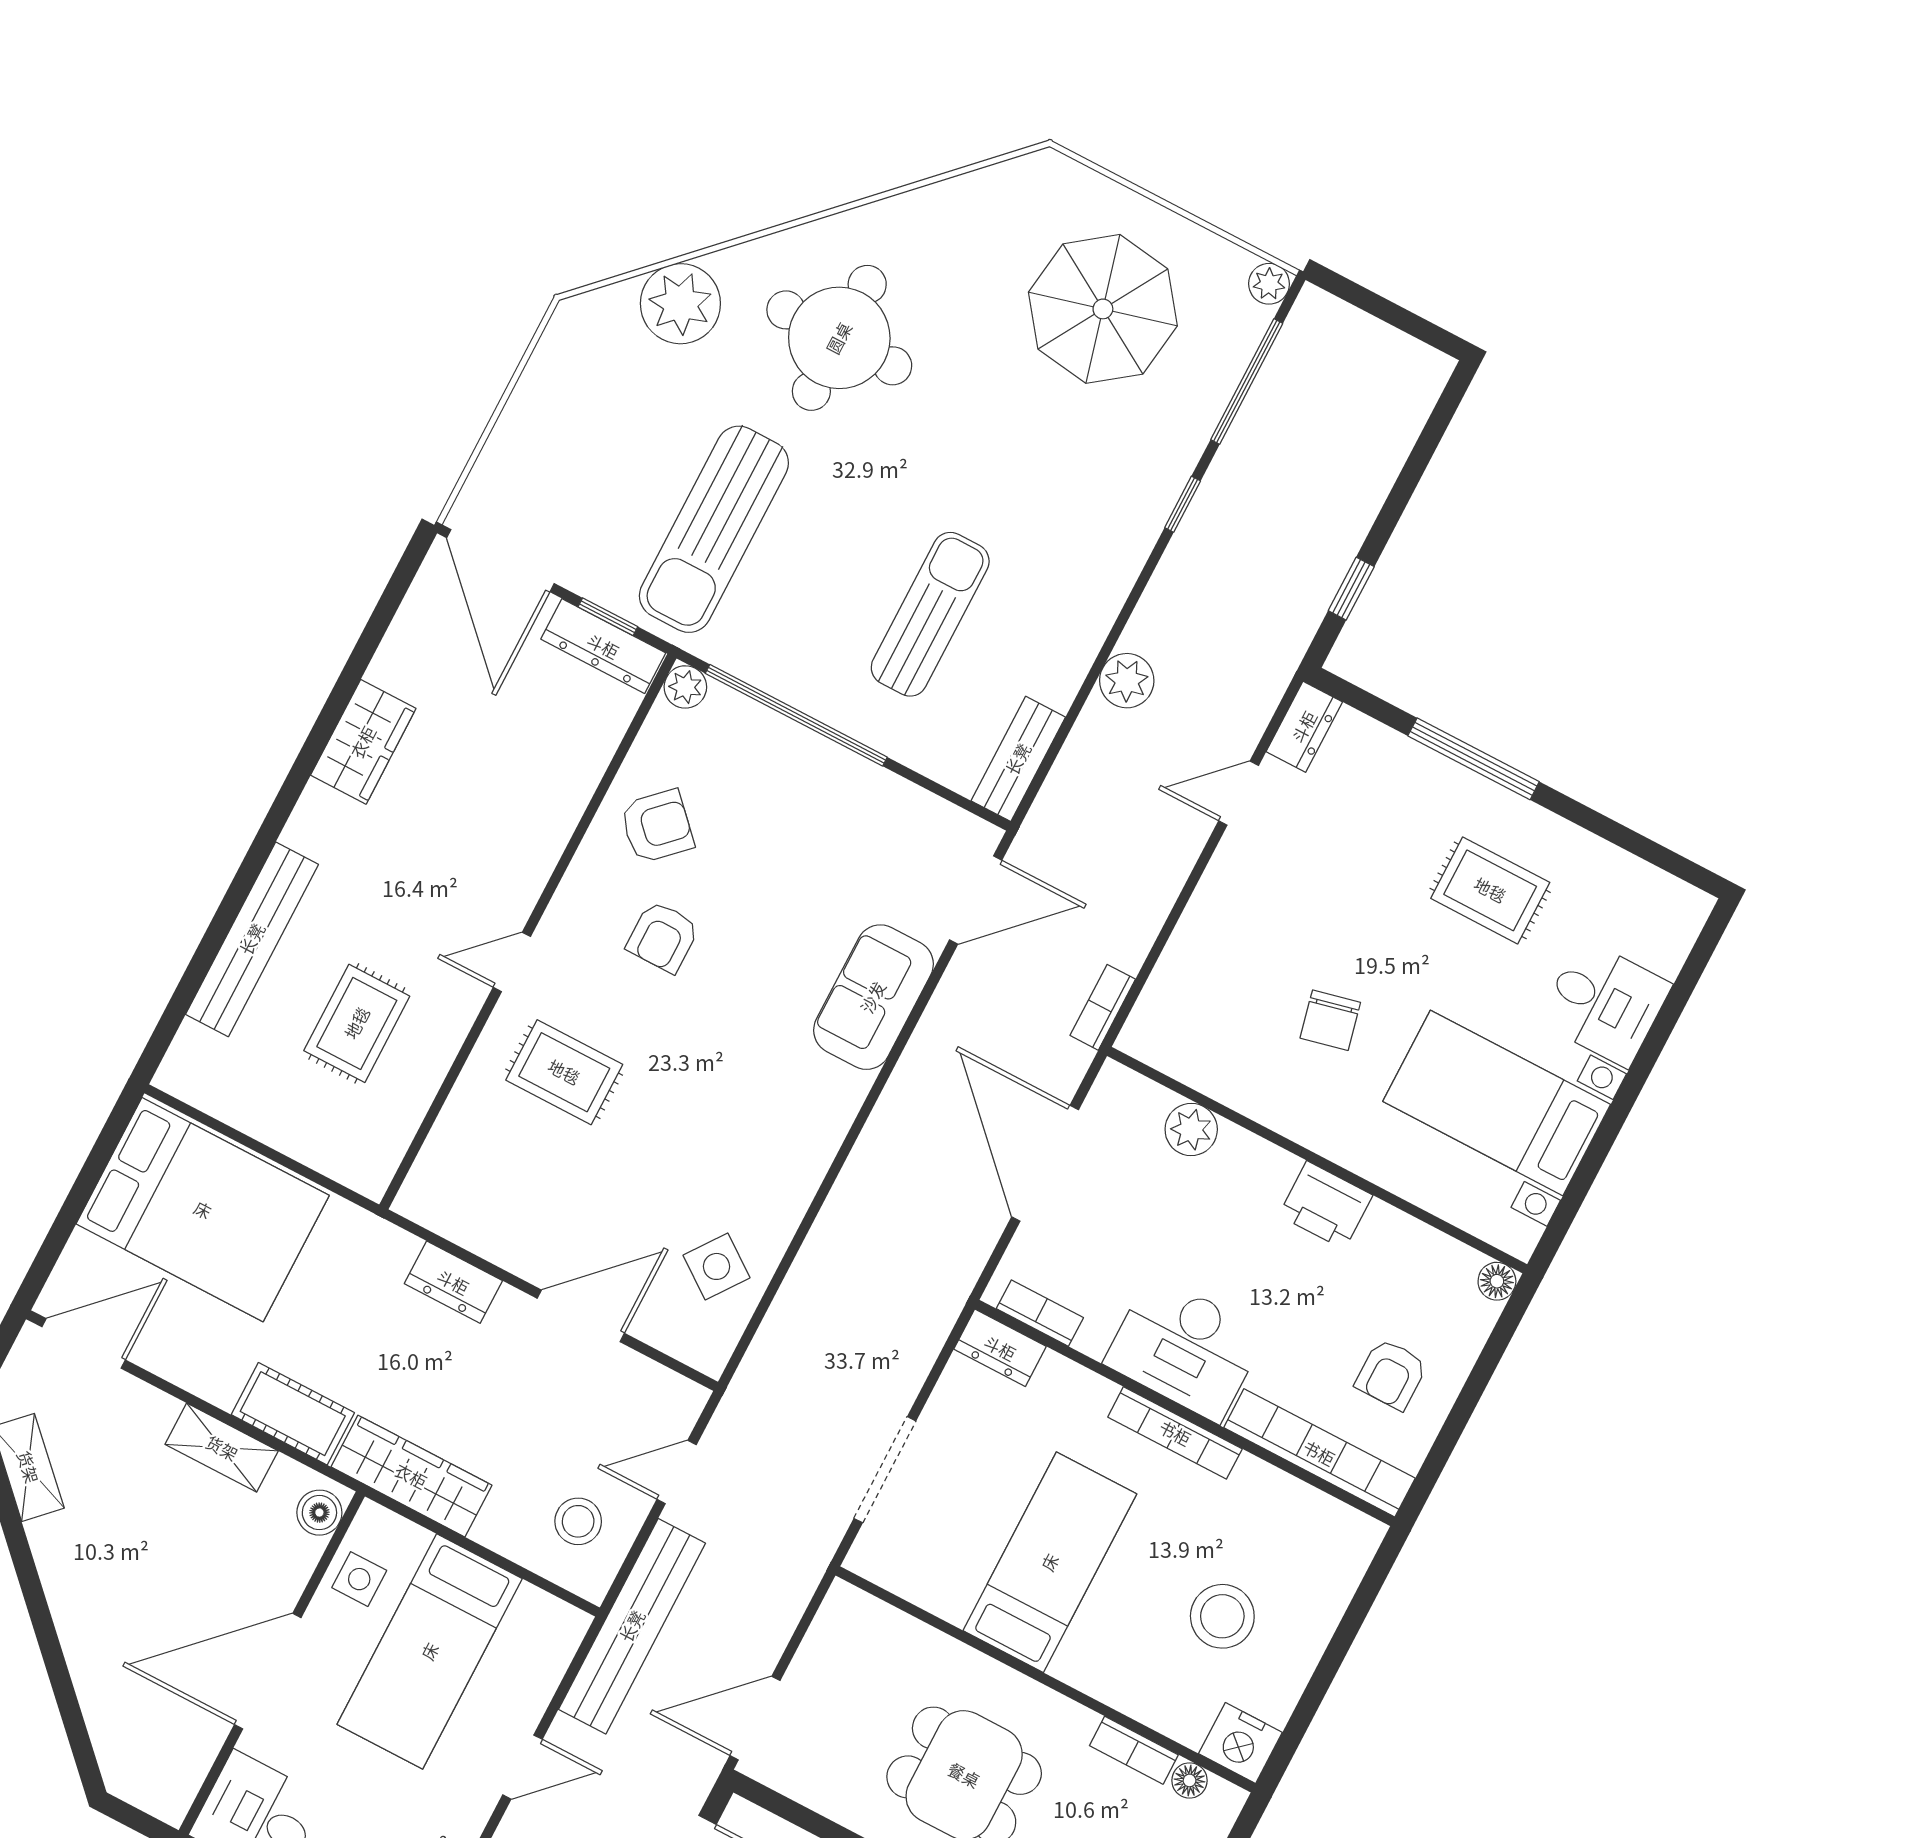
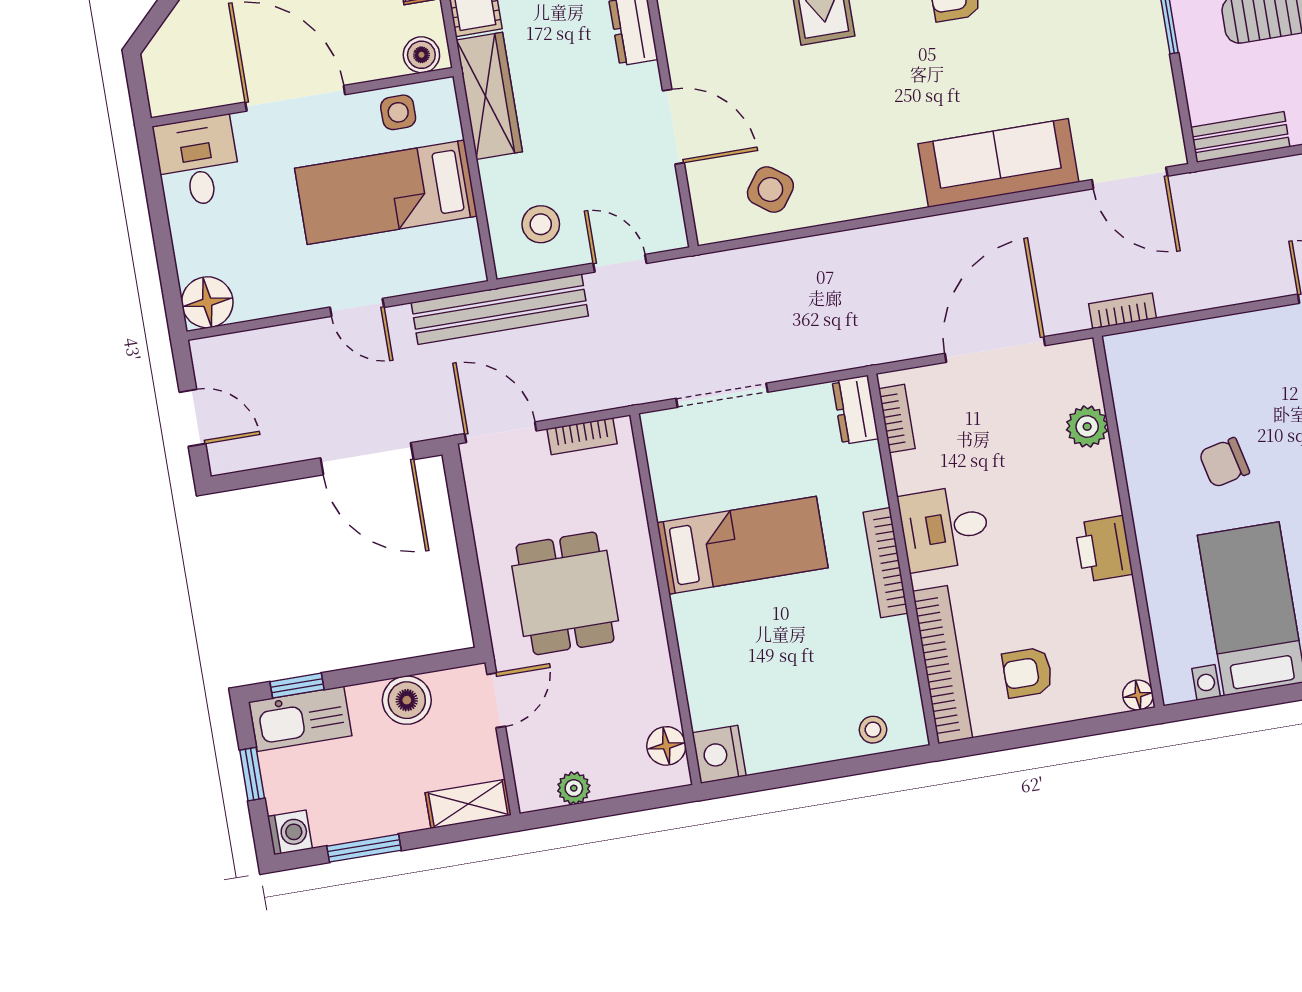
sofa: (873, 997) -> (998, 163), width x1.36
desk: (1185, 1348) -> (945, 528), width x0.73
stool: (1222, 1616) -> (873, 730), moved, width x0.53, depth x0.53
bookcase: (1134, 1750) -> (582, 436), moved, turned -90
floor lamp: (1190, 1780) -> (666, 746), width x1.37, depth x1.37

